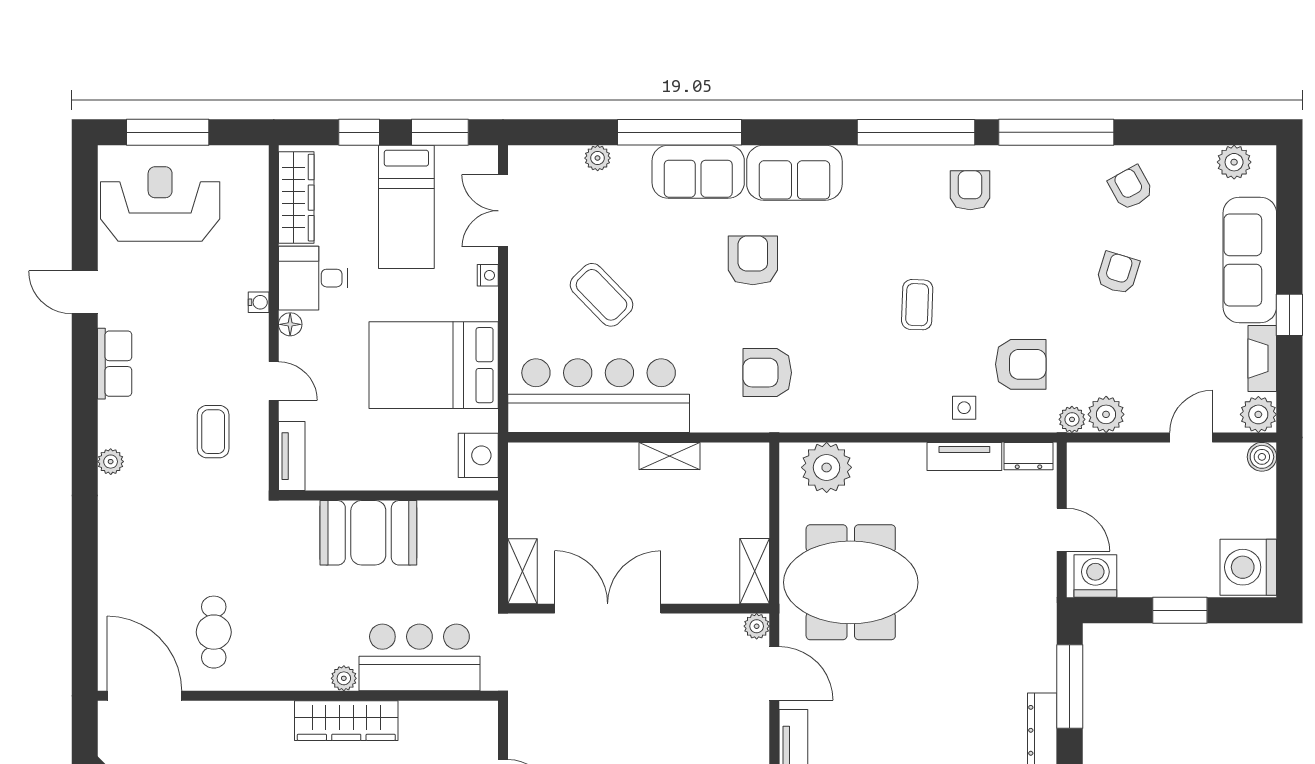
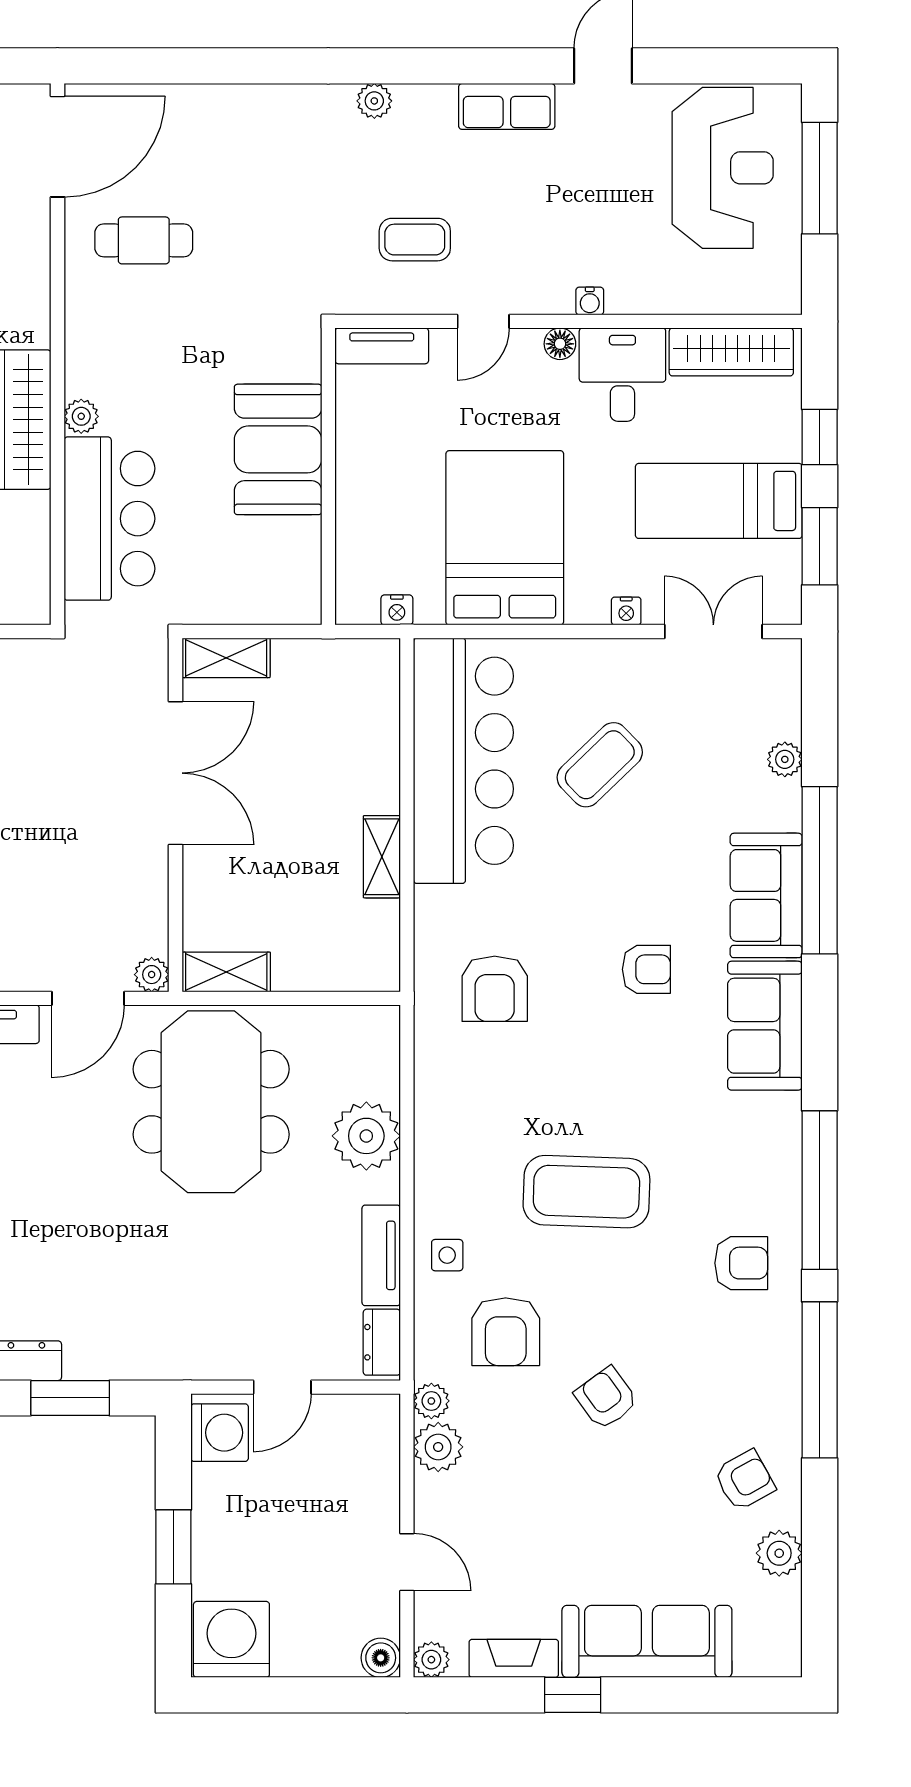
plant: (1234, 162) -> (779, 1553), moved
armchair: (753, 260) -> (646, 969), width x0.72, depth x0.72
armchair: (1118, 273) -> (606, 1398), moved, turned -143
coffee table: (917, 305) -> (586, 1192), width x1.86, depth x1.72
armchair: (767, 373) -> (495, 989), turned 180
plant: (1258, 414) -> (431, 1660), width x0.73, depth x0.73
nightstand: (478, 455) -> (397, 610), width x0.53, depth x0.56
plant: (827, 467) -> (366, 1136), moved
window: (1070, 686) -> (70, 1398), width x0.69

